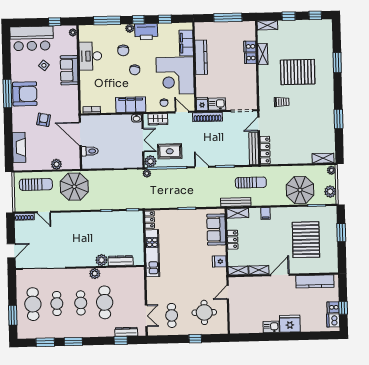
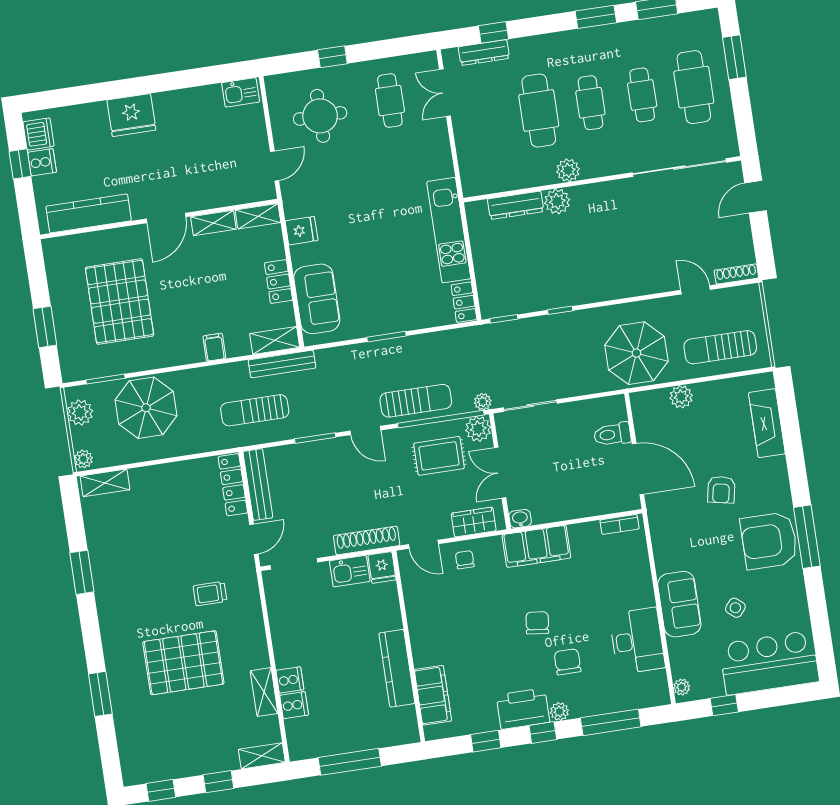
corner desk: (175, 76) -> (448, 621), removed
sun lounger: (177, 178) -> (416, 401), added
kitchen sink: (271, 327) -> (241, 92), moved

